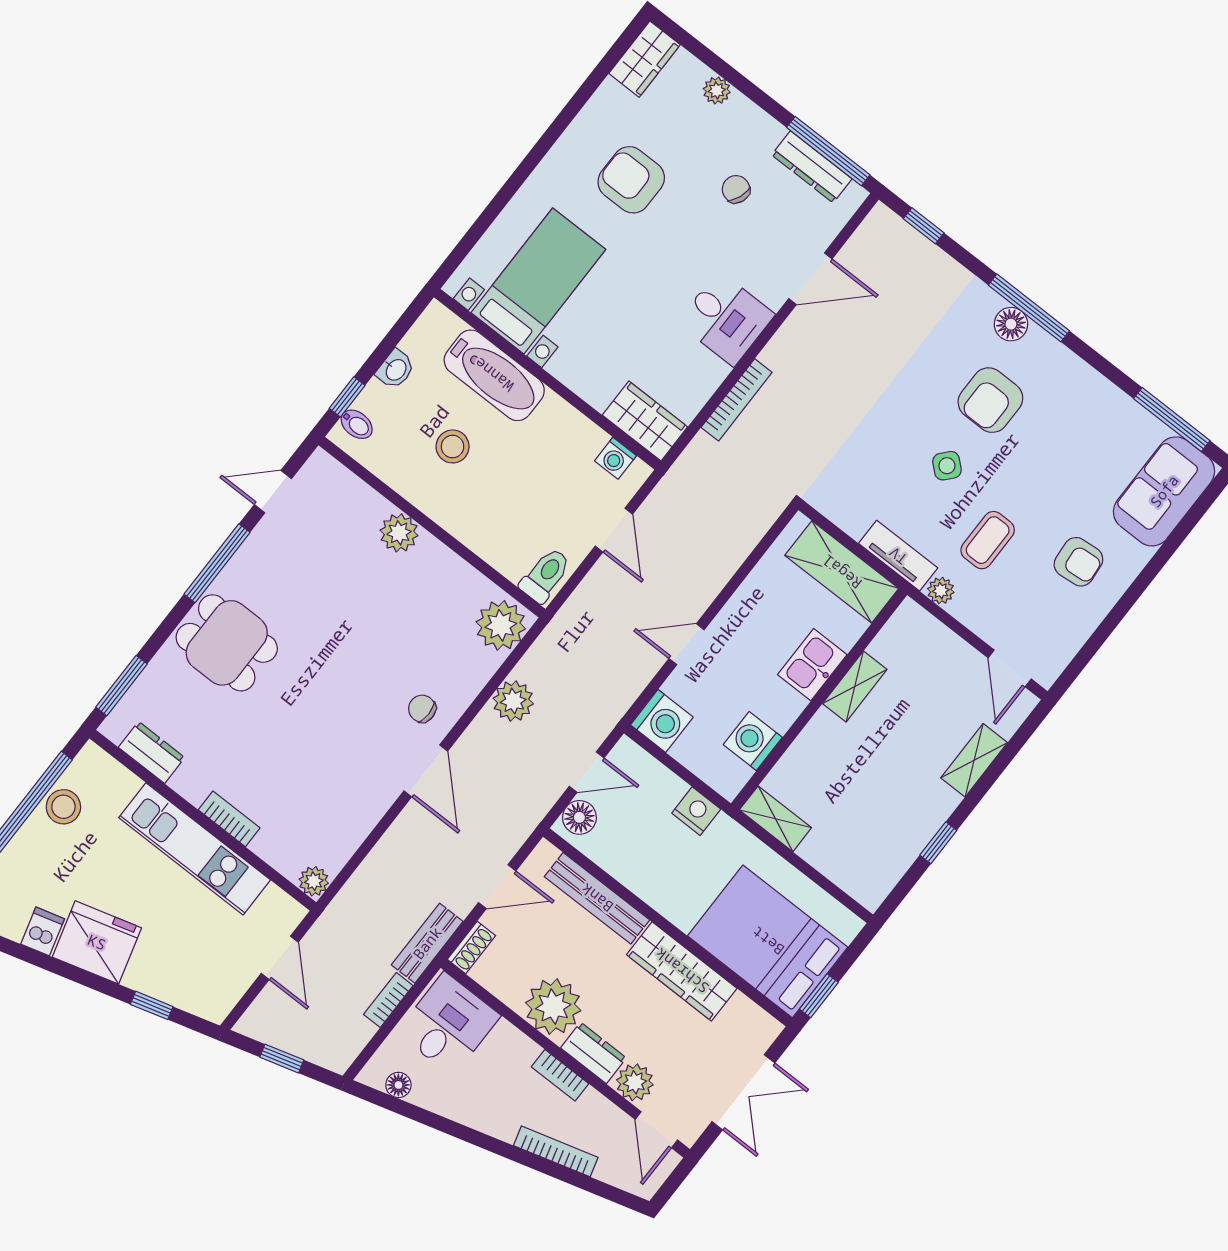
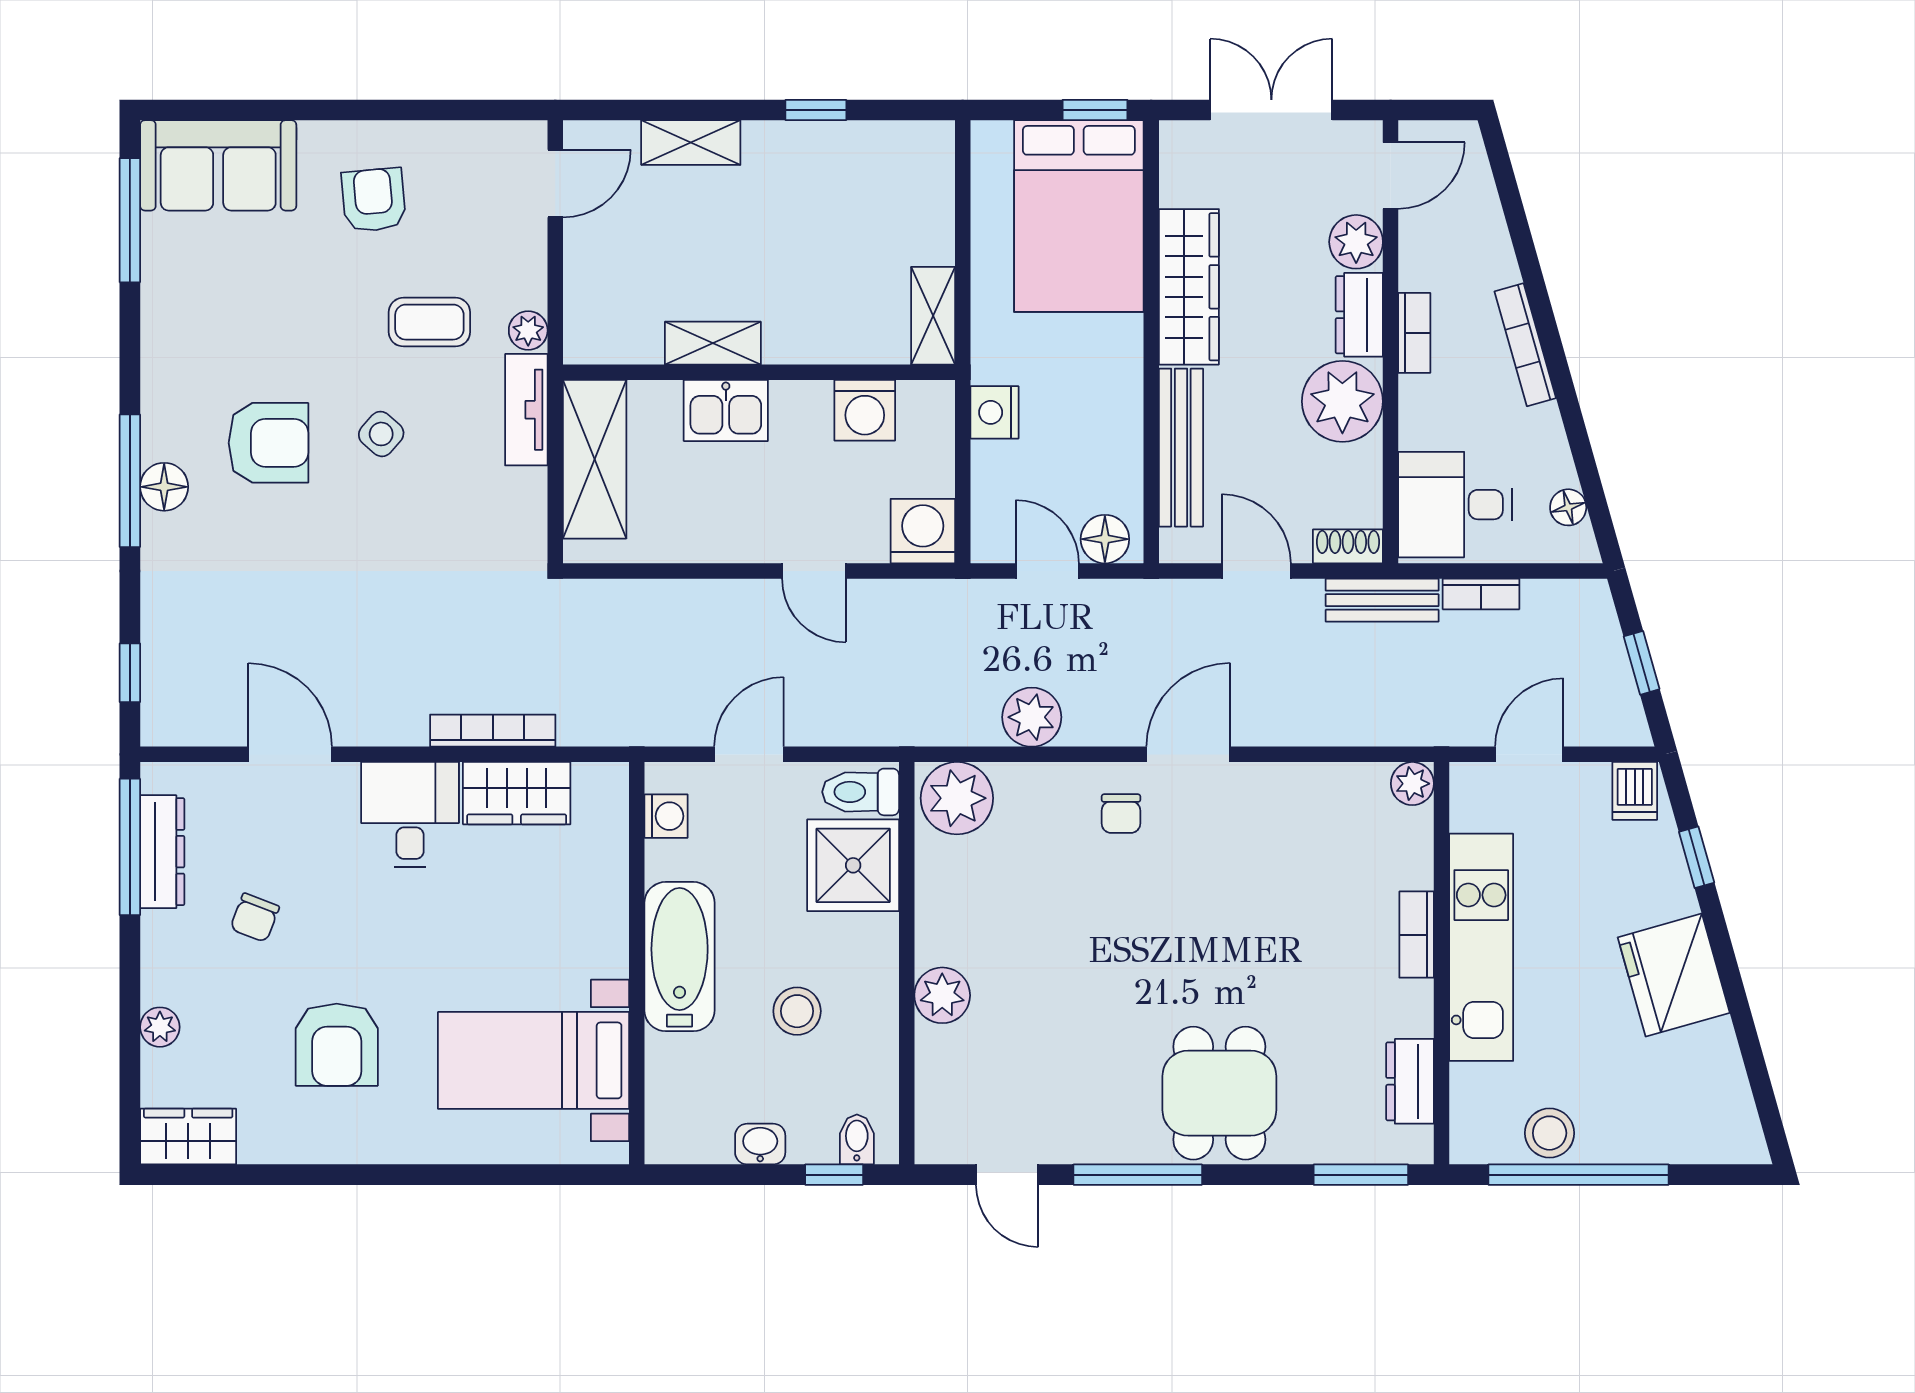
bathtub: (494, 375) -> (680, 957), moved
wardrobe: (645, 421) -> (517, 793), moved, turned -90
shower: (508, 540) -> (853, 865), added
dishwasher: (43, 931) -> (1635, 791), moved, turned -74
bookcase: (556, 1151) -> (1525, 345), moved

